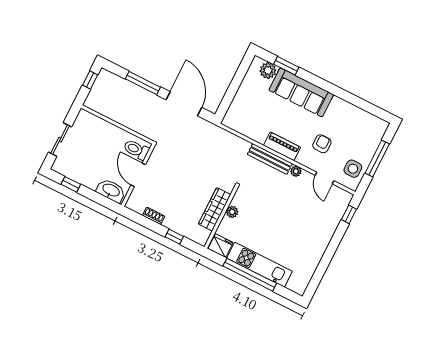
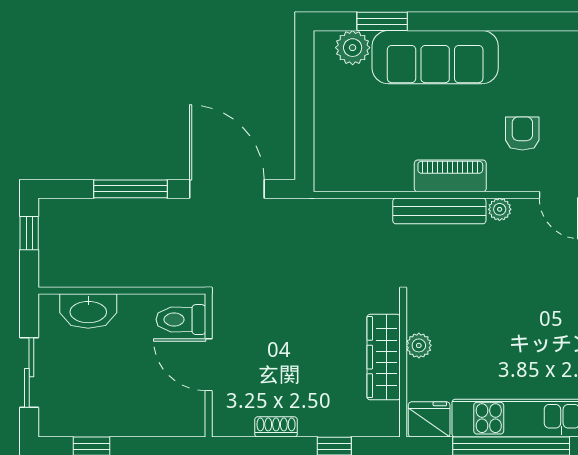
washbasin: (111, 191) -> (88, 311), moved, turned 180

